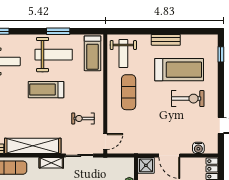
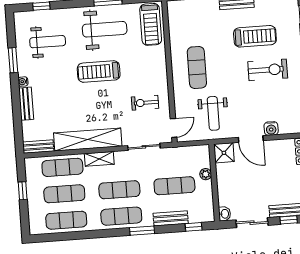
weight bench: (123, 54) -> (213, 113), moved
treadmill: (179, 70) -> (255, 36), width x0.73, depth x0.73
water cooler: (198, 148) -> (271, 128), moved
shelving: (51, 163) -> (99, 159), moved

